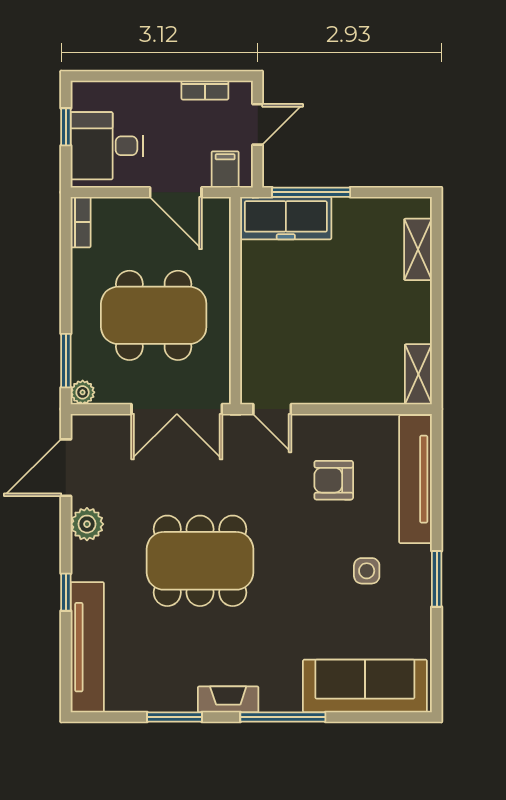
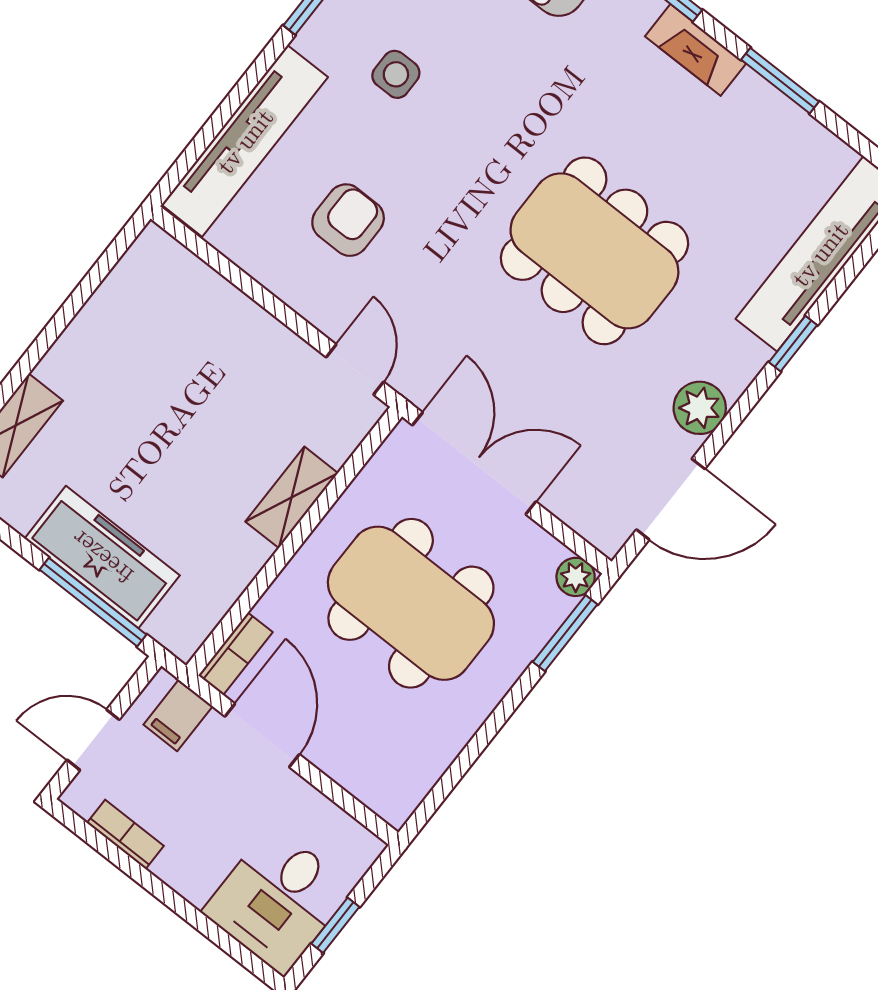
desk: (107, 146) -> (278, 900), moved, turned 90
freezer: (286, 218) -> (102, 557), moved
bookcase: (81, 222) -> (235, 654), moved, turned 180
shelving: (418, 374) -> (292, 497), moved
armchair: (334, 480) -> (348, 220), turned -90

